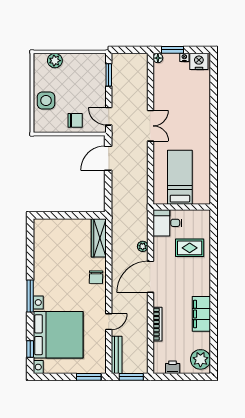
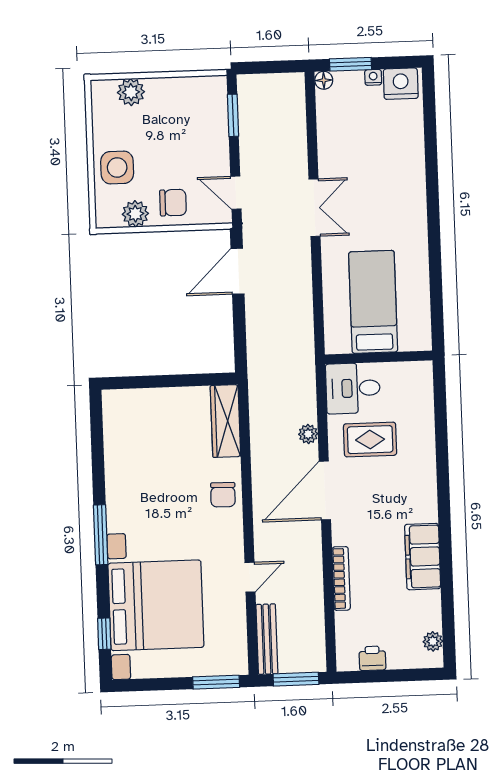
plant: (55, 126) -> (135, 214), added
rug: (190, 248) -> (370, 440), moved
plant: (200, 359) -> (433, 641), width x0.53, depth x0.53

